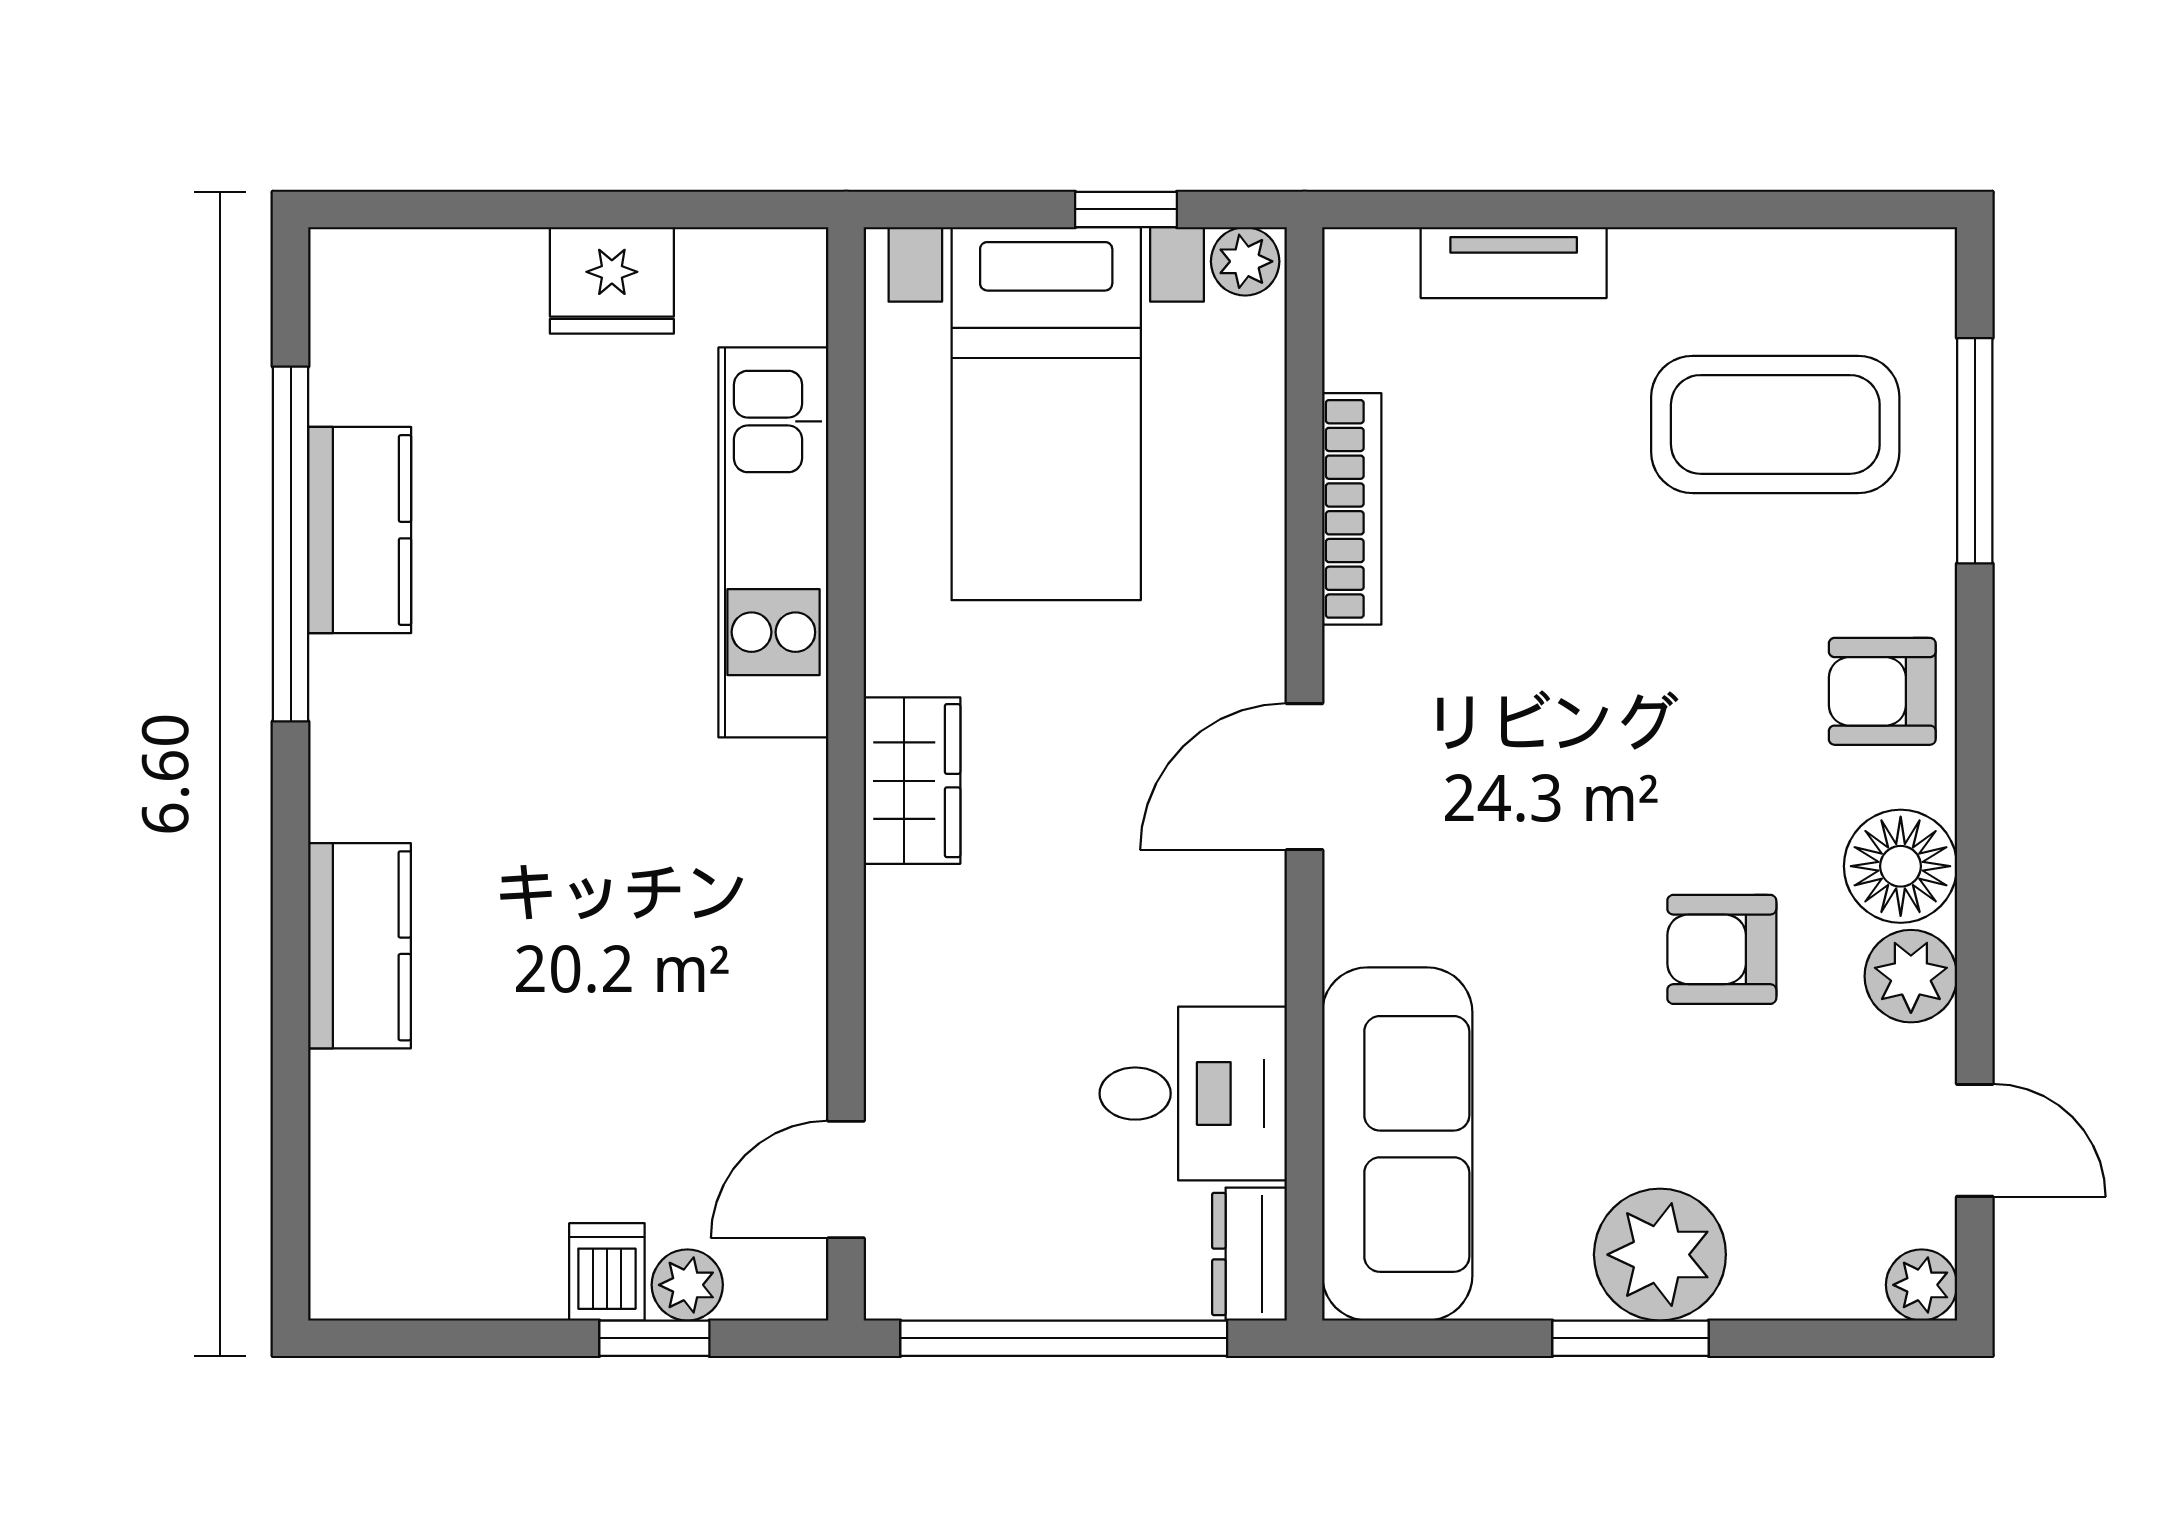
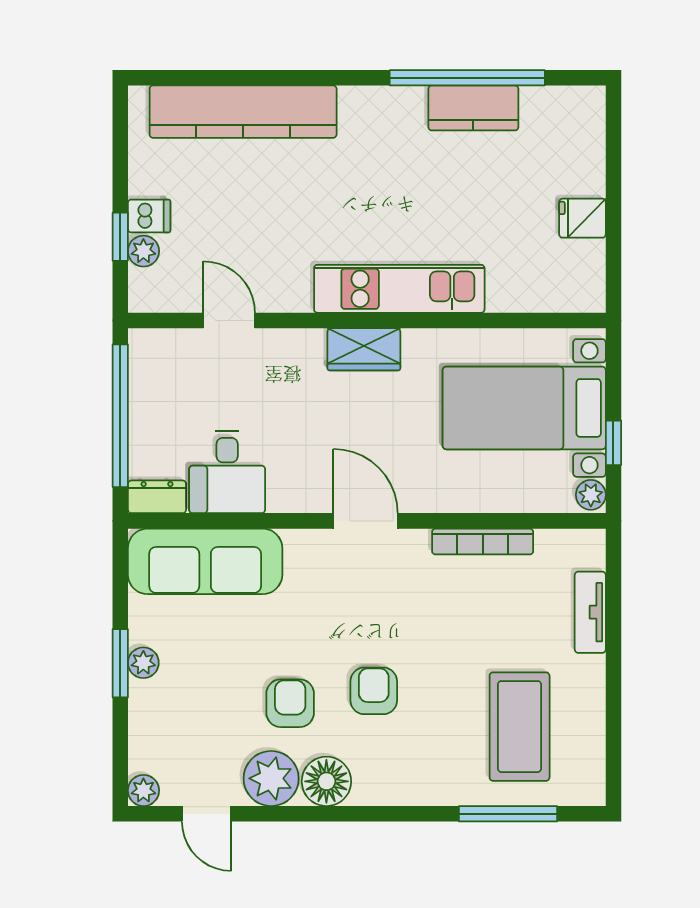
fridge: (612, 280) -> (582, 218), width x0.72
kitchen unit: (773, 542) -> (399, 289), moved
armchair: (1882, 691) -> (374, 691), moved
kitchen counter: (360, 946) -> (243, 112), width x2.08, depth x1.17
plant: (1911, 976) -> (271, 778), width x1.36, depth x1.36
door: (1975, 1140) -> (207, 814), hinge flipped
door: (846, 1179) -> (229, 320), moved
plant: (1660, 1255) -> (143, 663), width x0.53, depth x0.53

